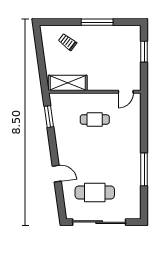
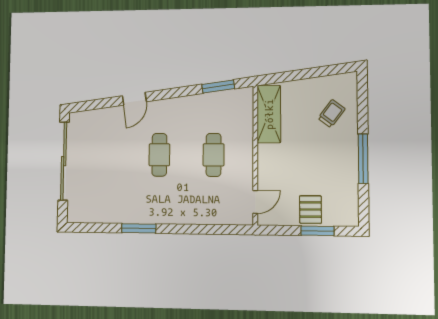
pallet: (130, 56) -> (310, 210), added
door: (126, 92) -> (255, 202), swing flipped
window: (144, 169) -> (139, 228), width x0.69
cafe table: (95, 193) -> (159, 155), moved, width x0.73, depth x0.74

